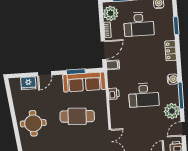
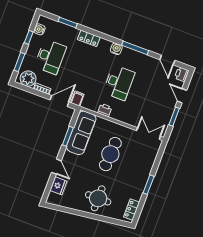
door: (104, 50) -> (59, 101), hinge flipped
plant: (172, 111) -> (146, 63), removed

